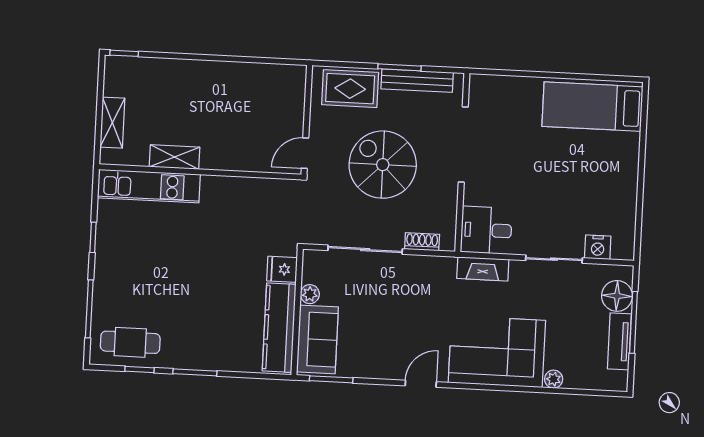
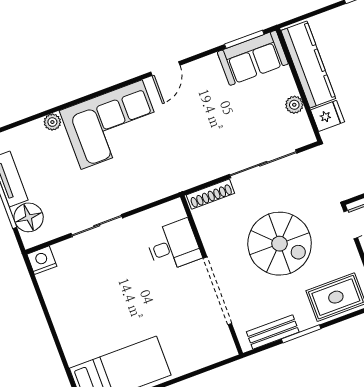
bench: (417, 81) -> (273, 332), width x0.73
desk: (486, 230) -> (173, 246), moved
shoe rack: (422, 242) -> (210, 194), width x1.43
nightstand: (598, 247) -> (42, 260), moved
fireplace: (483, 269) -> (154, 191), removed
sofa: (317, 339) -> (253, 58), moved, turned -90

